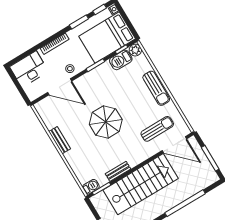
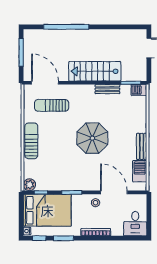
barbecue: (121, 60) -> (140, 171), moved, turned -90
desk: (29, 69) -> (135, 224), width x0.73
stairs: (141, 184) -> (95, 71), width x0.73, depth x0.66

